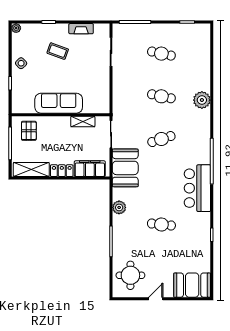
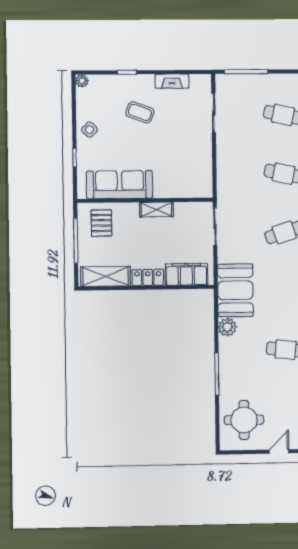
sofa: (59, 103) -> (120, 185), moved
shelving: (83, 121) -> (156, 210), moved
booth: (125, 168) -> (235, 290), moved

